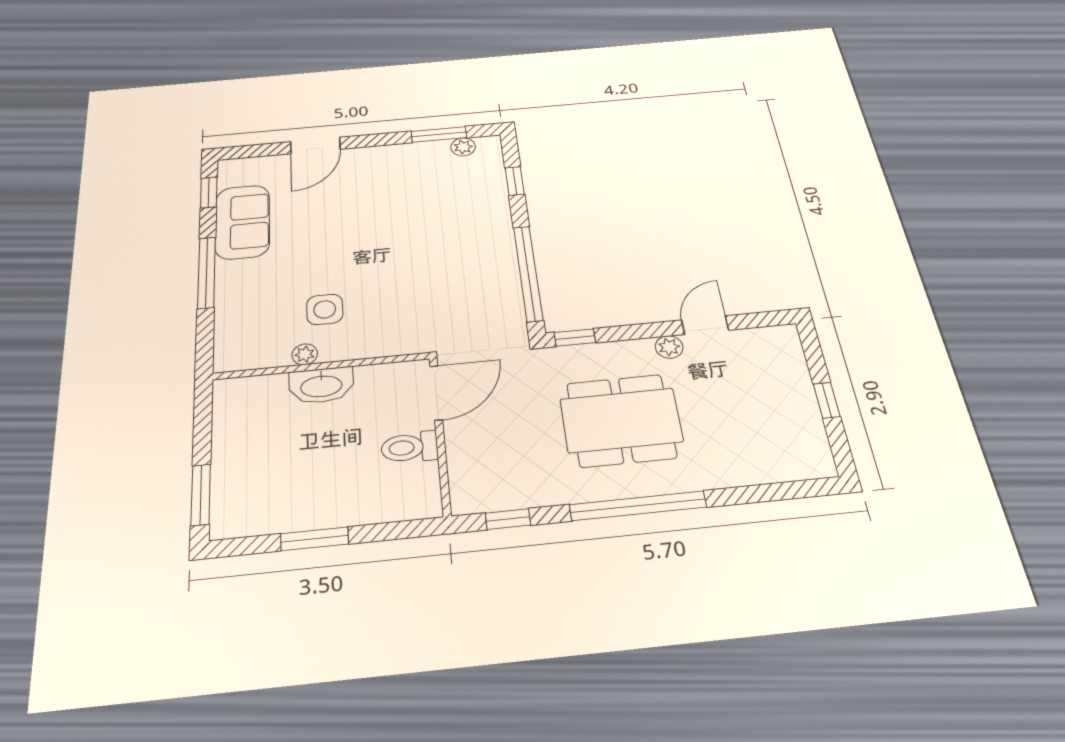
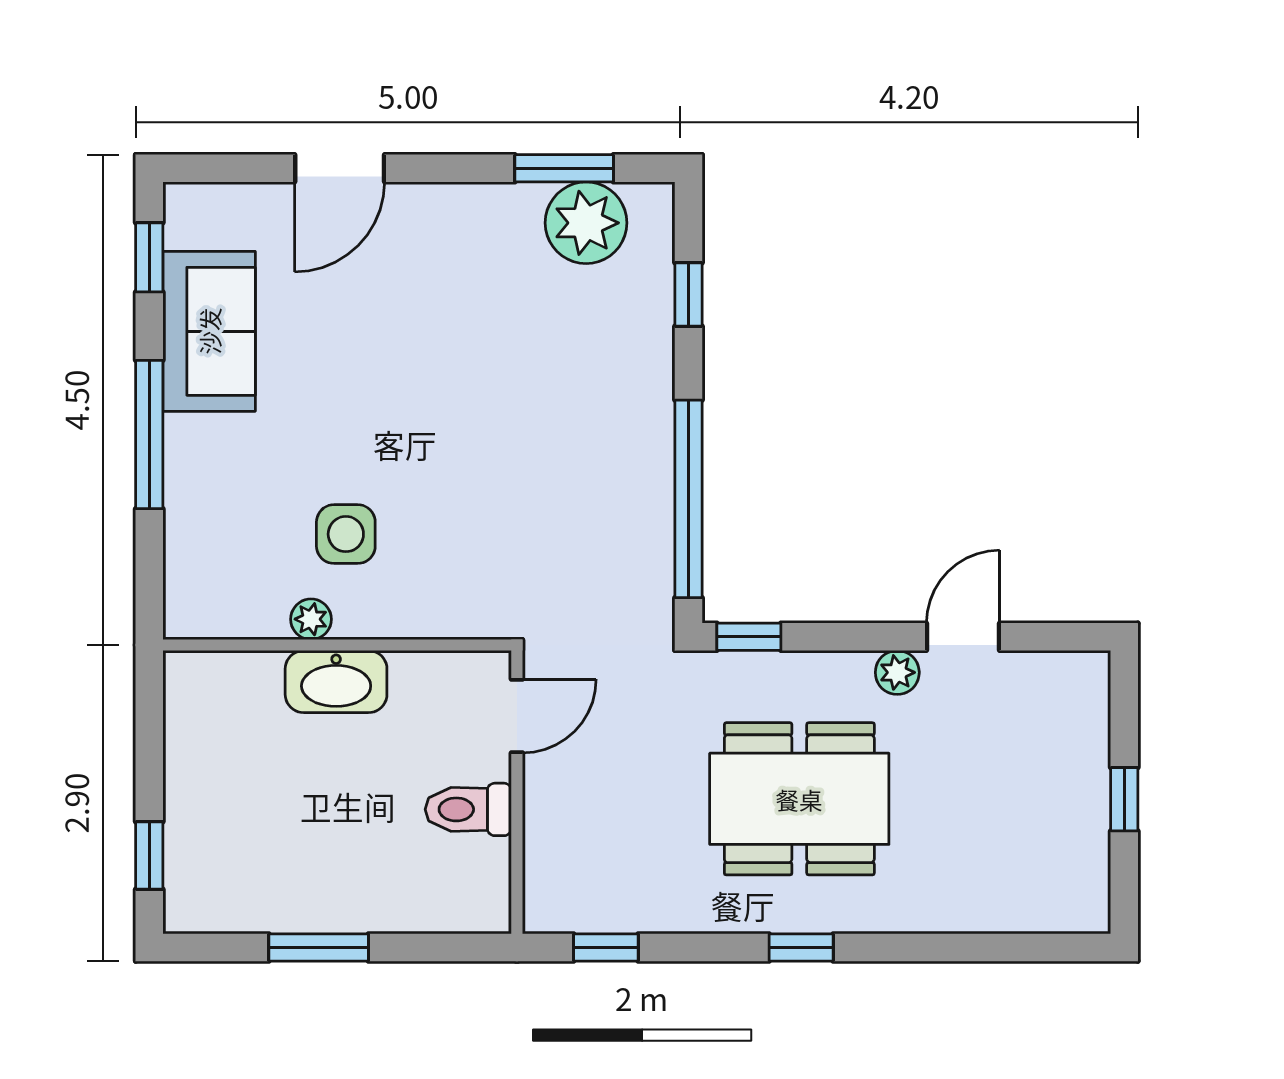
plant: (463, 147) -> (586, 223), width x1.88, depth x1.88
door: (436, 393) -> (517, 716), width x0.73
window: (201, 495) -> (149, 855), width x0.67
window: (638, 506) -> (801, 947), width x0.32

